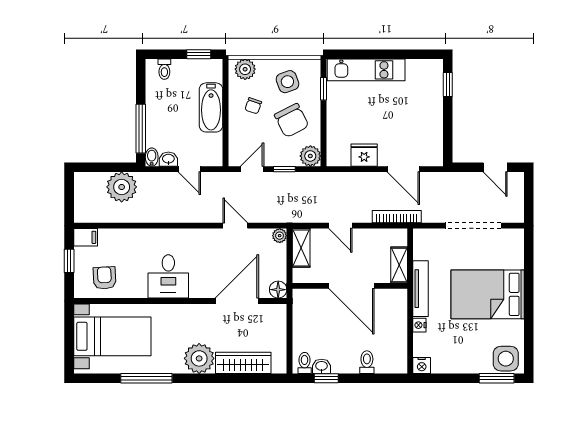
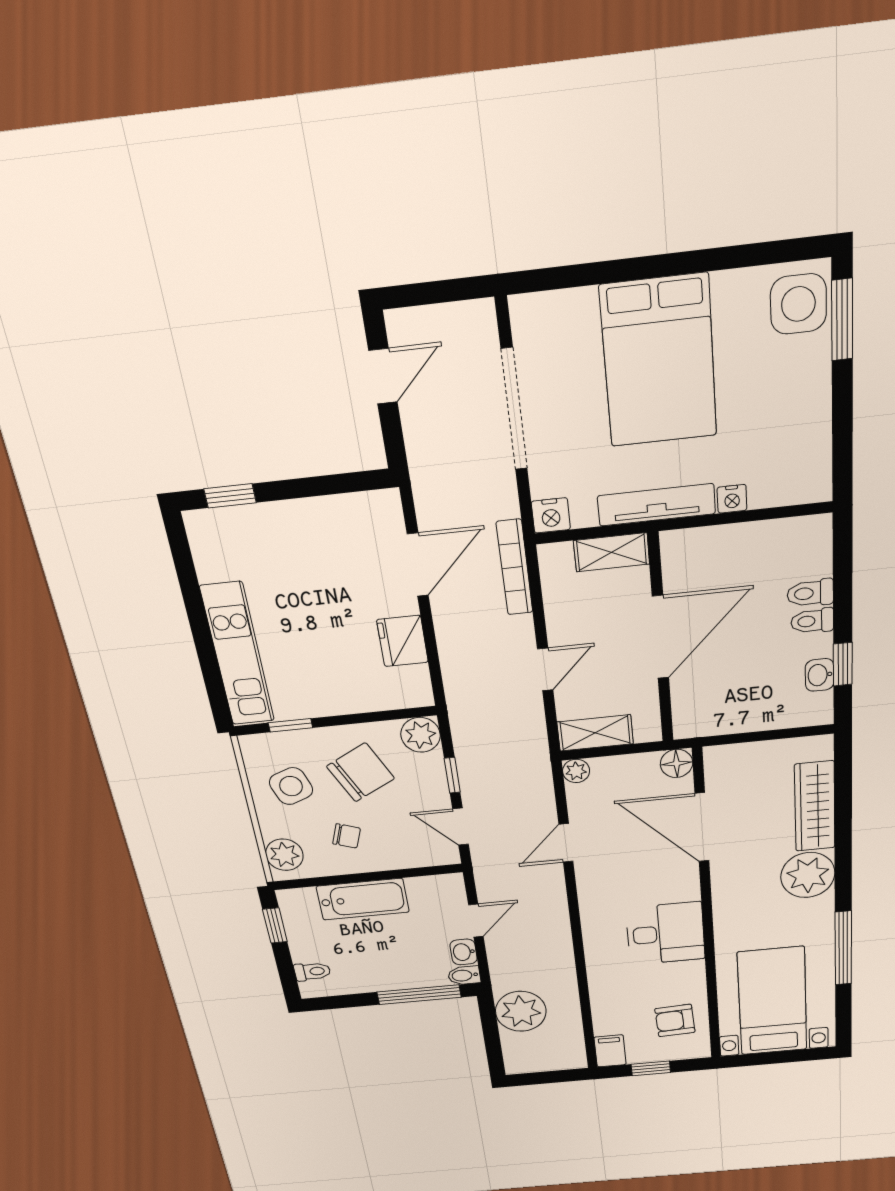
toilet: (305, 363) -> (812, 621), moved
nightstand: (422, 365) -> (551, 515), moved, turned 90

